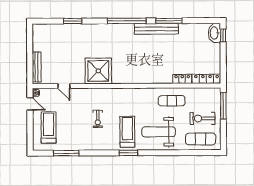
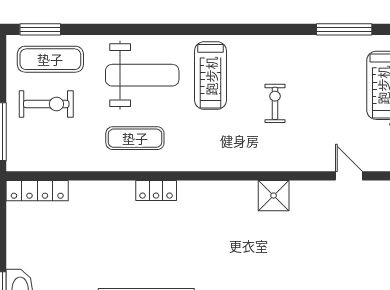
shower: (98, 71) -> (274, 196), width x0.54, depth x0.54
locker: (182, 79) -> (156, 190), moved
exercise mat: (172, 101) -> (135, 138), moved
window: (128, 153) -> (40, 29), moved

